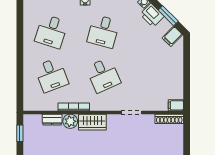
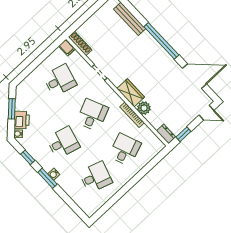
filing cabinet: (172, 36) -> (23, 93), removed
desk: (155, 75) -> (60, 80), added
dresser: (52, 120) -> (166, 134), moved

